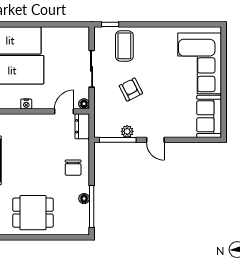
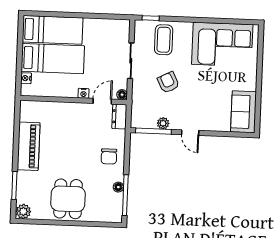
corner sofa: (200, 63) -> (222, 44), moved, turned -90
nightstand: (26, 104) -> (84, 93), moved
dining table: (33, 213) -> (68, 199), turned 90

